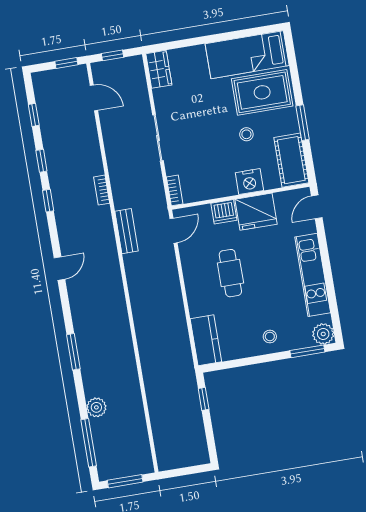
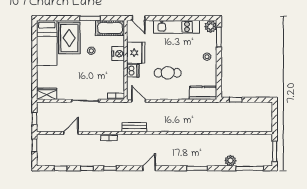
door: (94, 98) -> (71, 133), moved
door: (59, 269) -> (149, 168), hinge flipped

